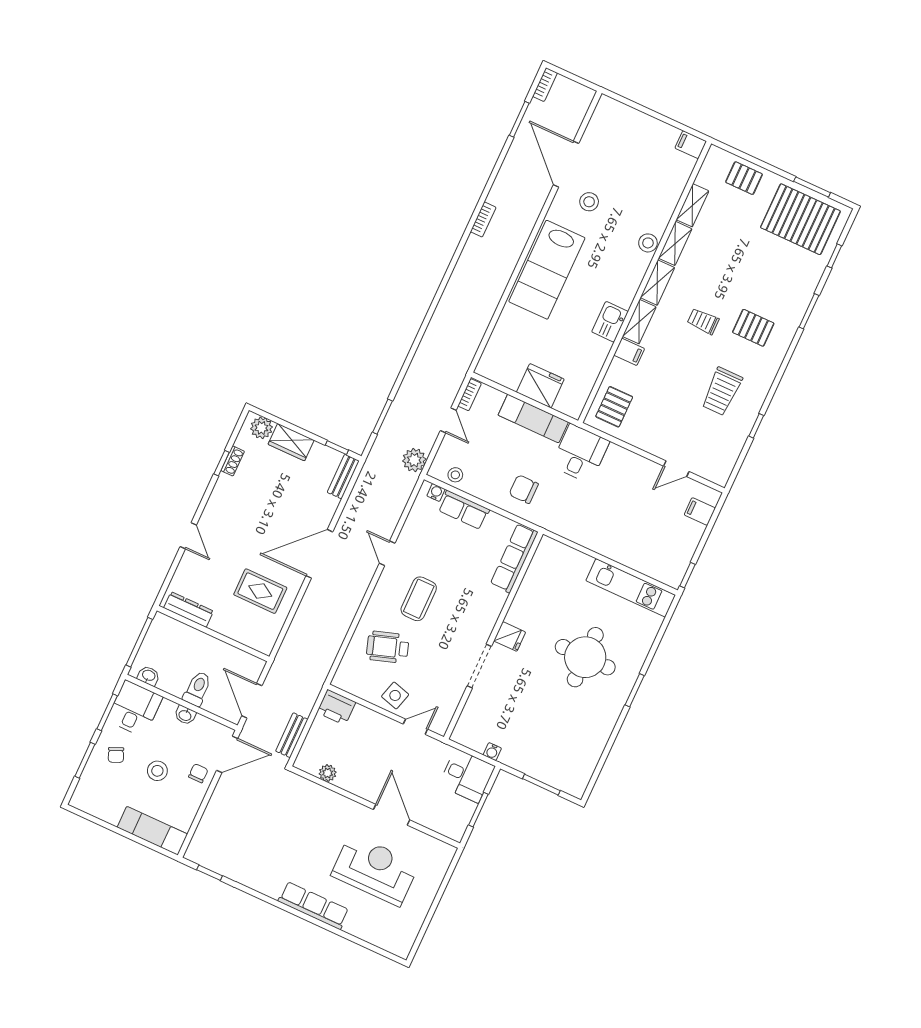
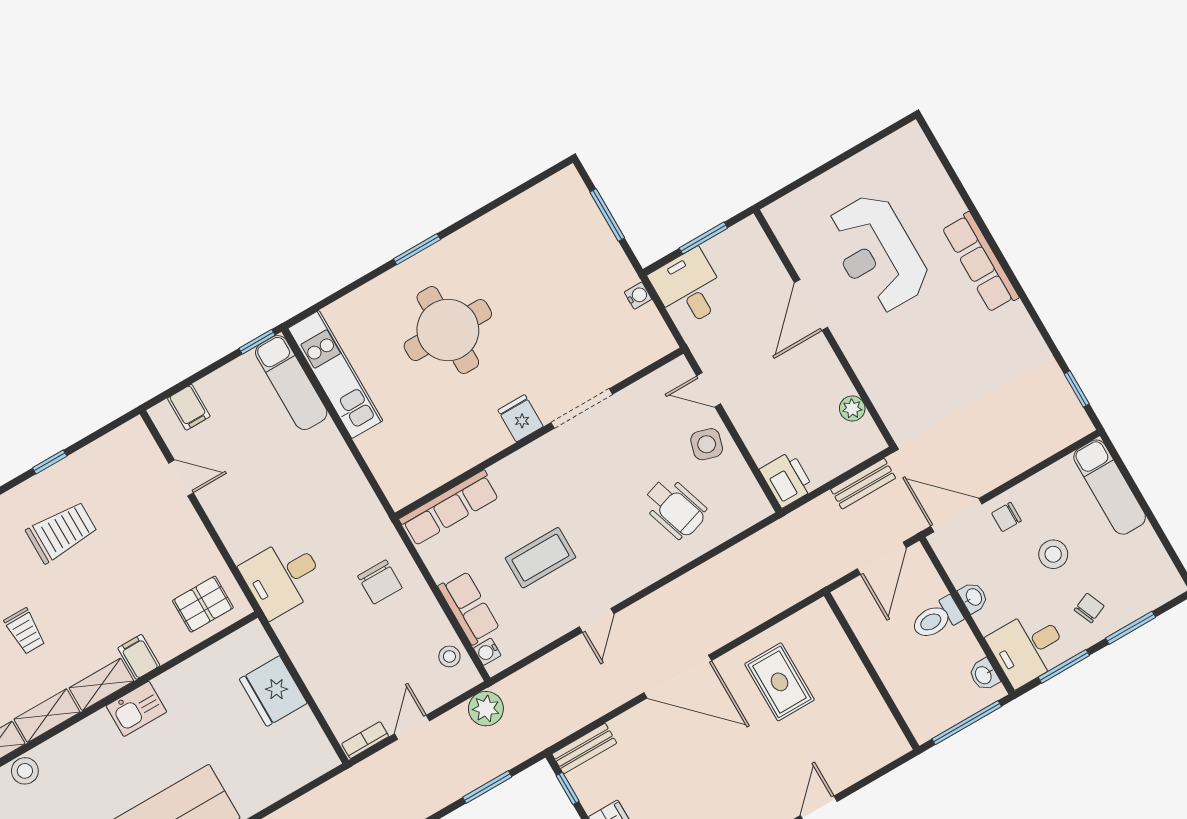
exam couch: (533, 419) -> (291, 383), moved, turned 180
coffee table: (419, 599) -> (540, 558), moved
dresser: (189, 610) -> (880, 720), removed

